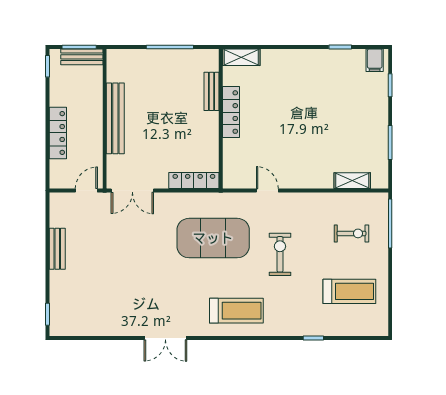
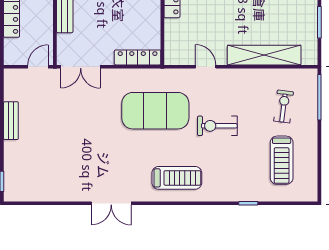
shelving: (352, 181) -> (264, 55), width x2.20, depth x1.33
exercise bike: (351, 233) -> (284, 106), turned -83
exercise bike: (280, 254) -> (217, 126), turned -90
treadmill: (349, 291) -> (282, 160), turned 90

